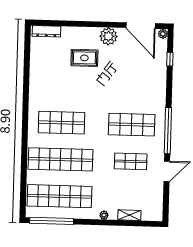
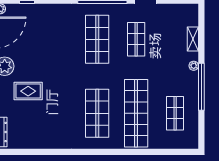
rug: (84, 58) -> (28, 91), turned 90
shop shelf: (59, 196) -> (175, 113), width x0.50, depth x0.74
window: (52, 221) -> (201, 87), moved

